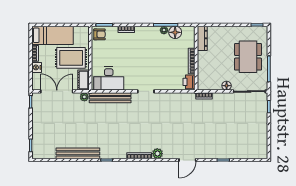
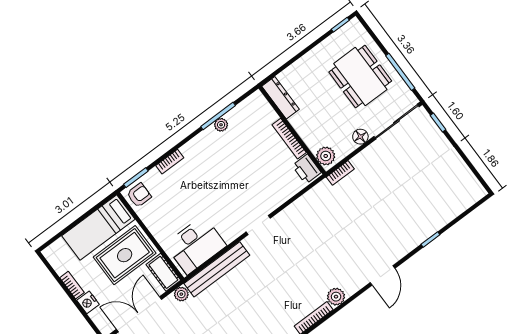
floor lamp: (175, 32) -> (238, 117), removed
bed: (52, 35) -> (98, 228), moved, turned 180
plant: (203, 82) -> (326, 156), added

